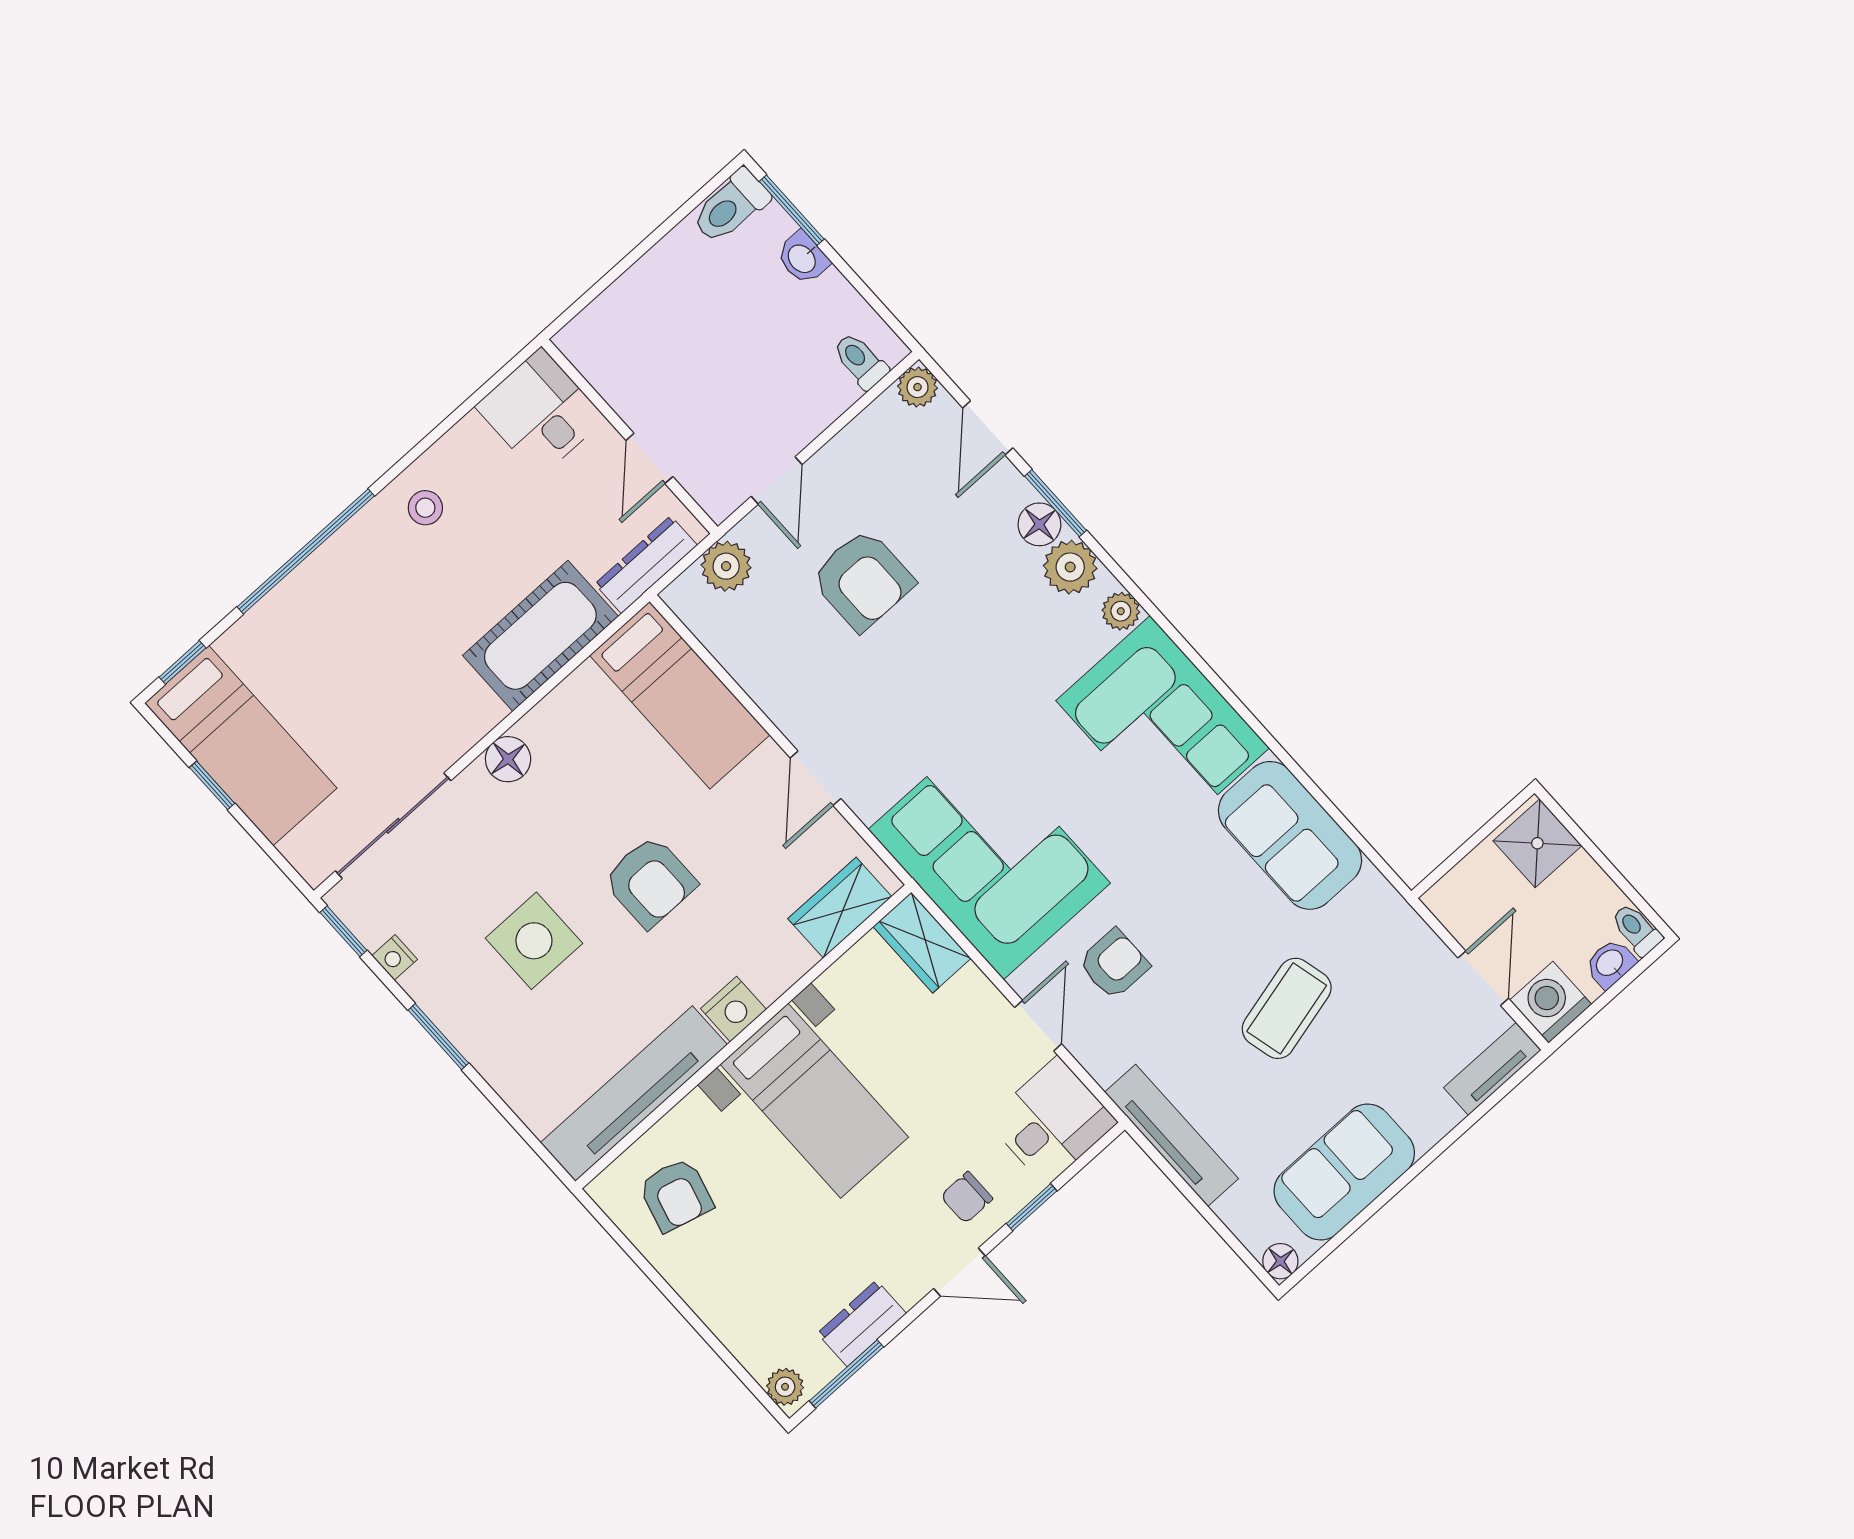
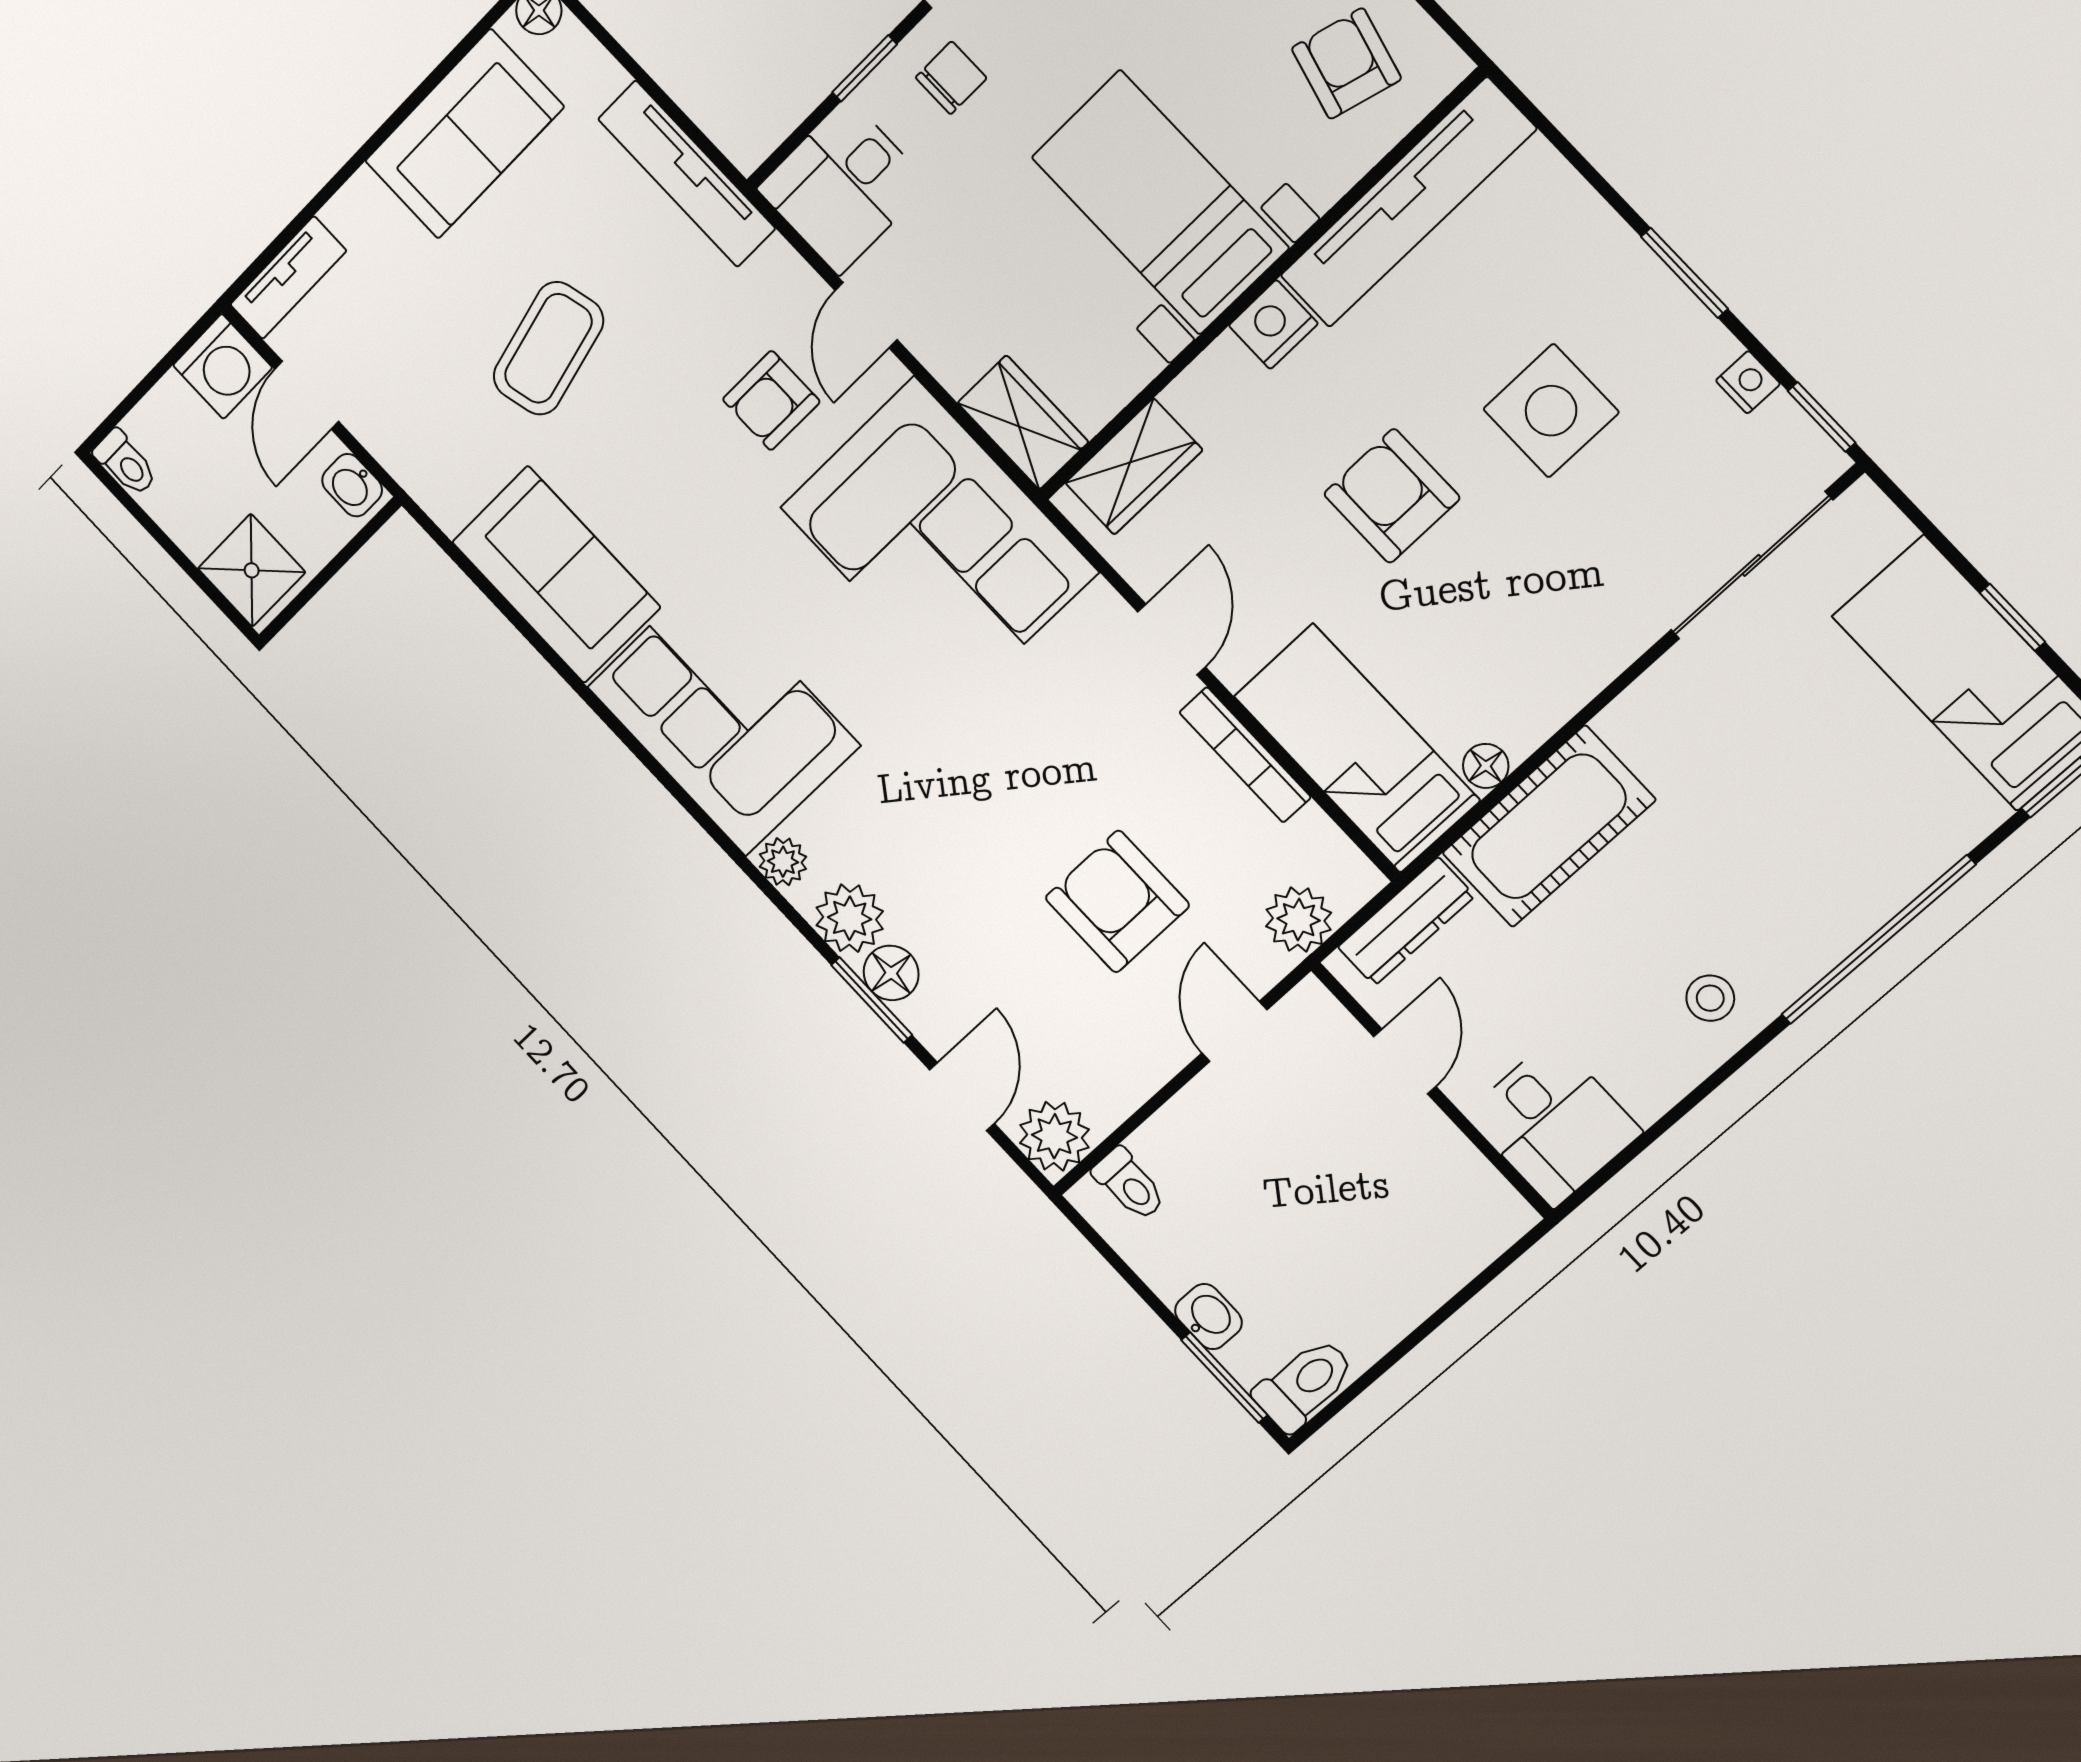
plant: (918, 387) -> (1054, 1136), width x1.38, depth x1.38
bookcase: (763, 691) -> (1245, 755), added
floor lamp: (508, 759) -> (1486, 766), moved, width x0.73, depth x0.73
washbasin: (1610, 963) -> (352, 485), moved, turned 90

